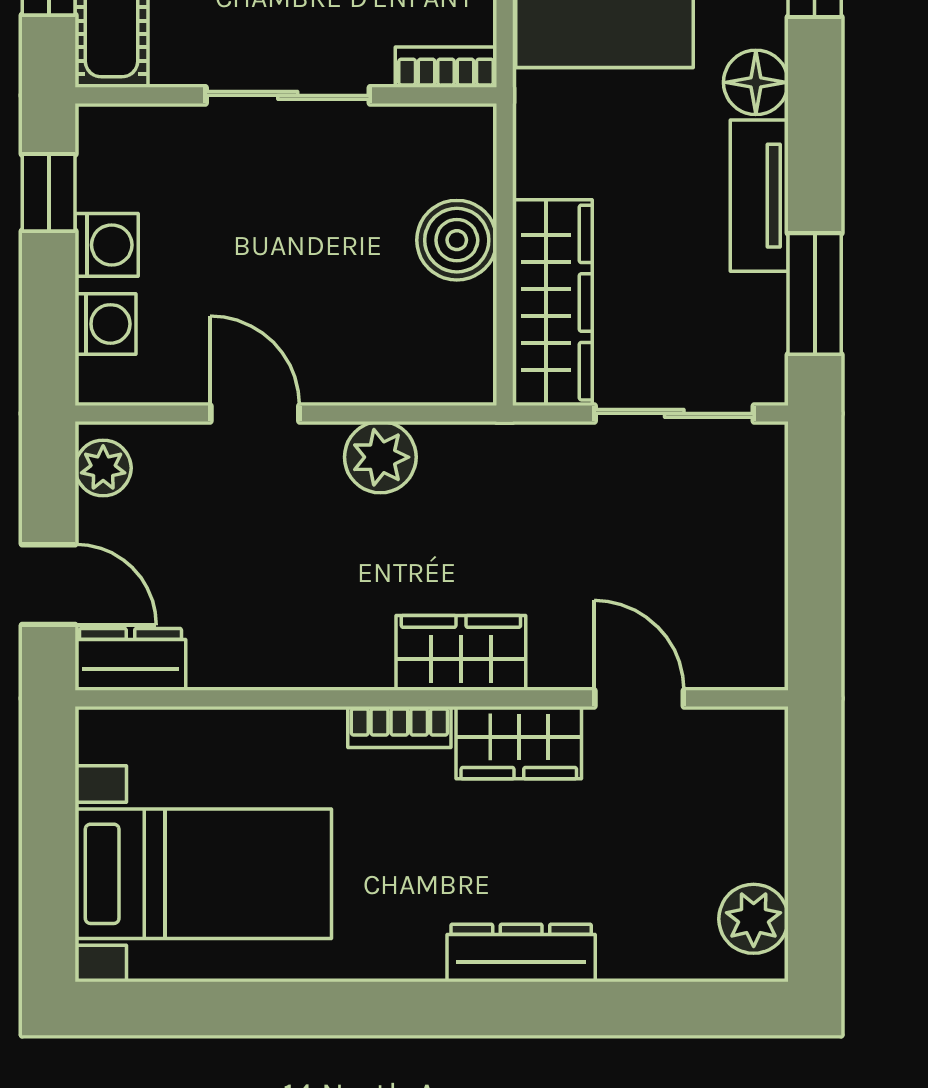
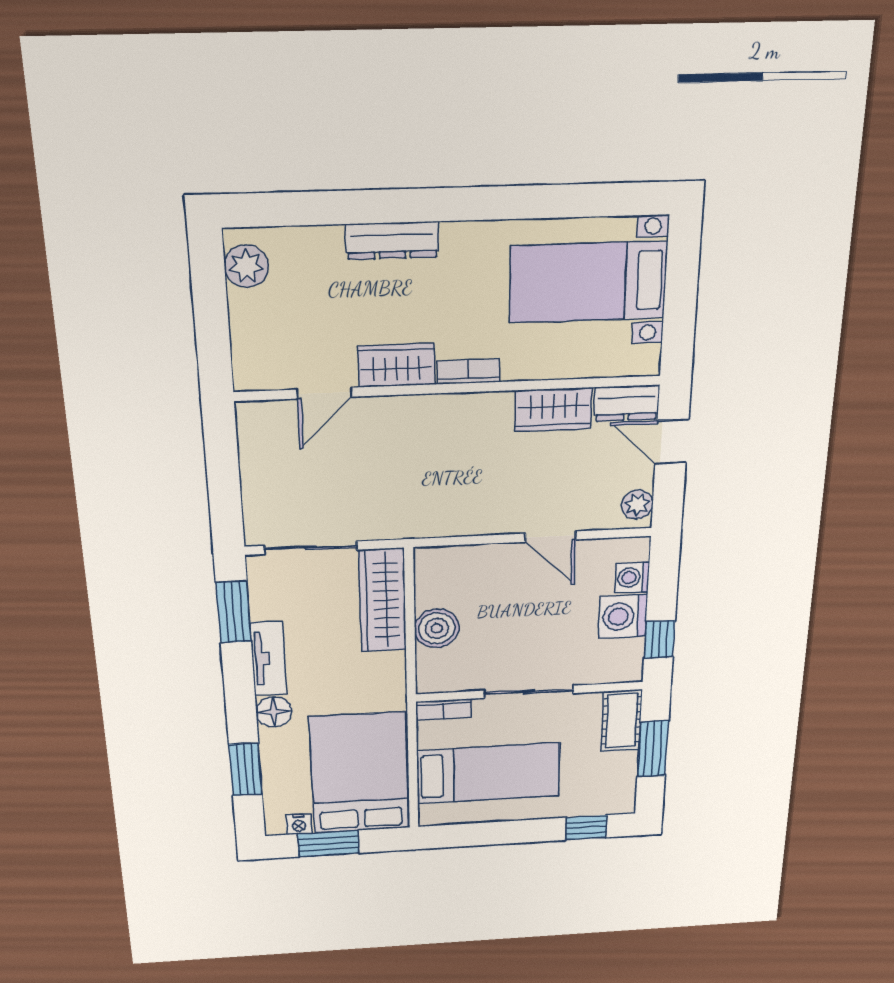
washing machine: (107, 245) -> (623, 616), width x1.38, depth x1.38
plant: (380, 457) -> (479, 517), removed
wardrobe: (461, 653) -> (553, 410), moved
door: (639, 698) -> (324, 393), hinge flipped

